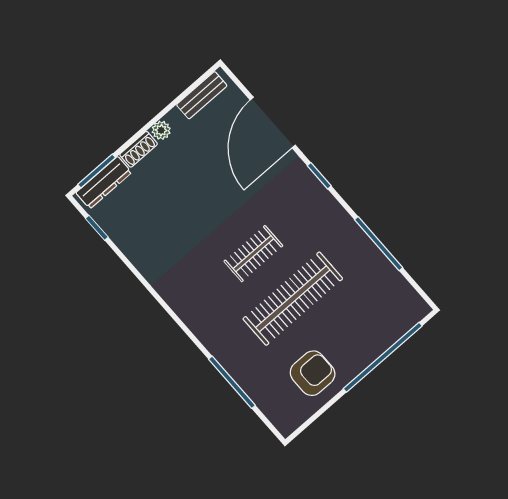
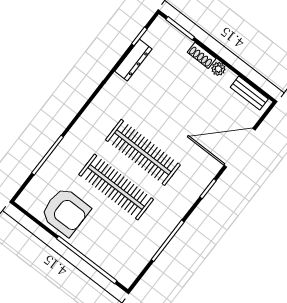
dresser: (104, 183) -> (133, 60), moved, turned -90
clothes rail: (253, 254) -> (143, 152), width x1.86, depth x1.31
armchair: (313, 373) -> (65, 212), width x1.36, depth x1.36

